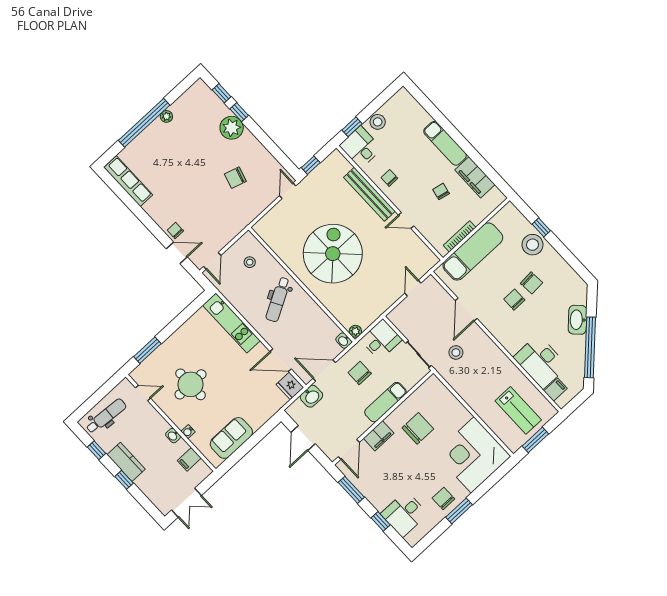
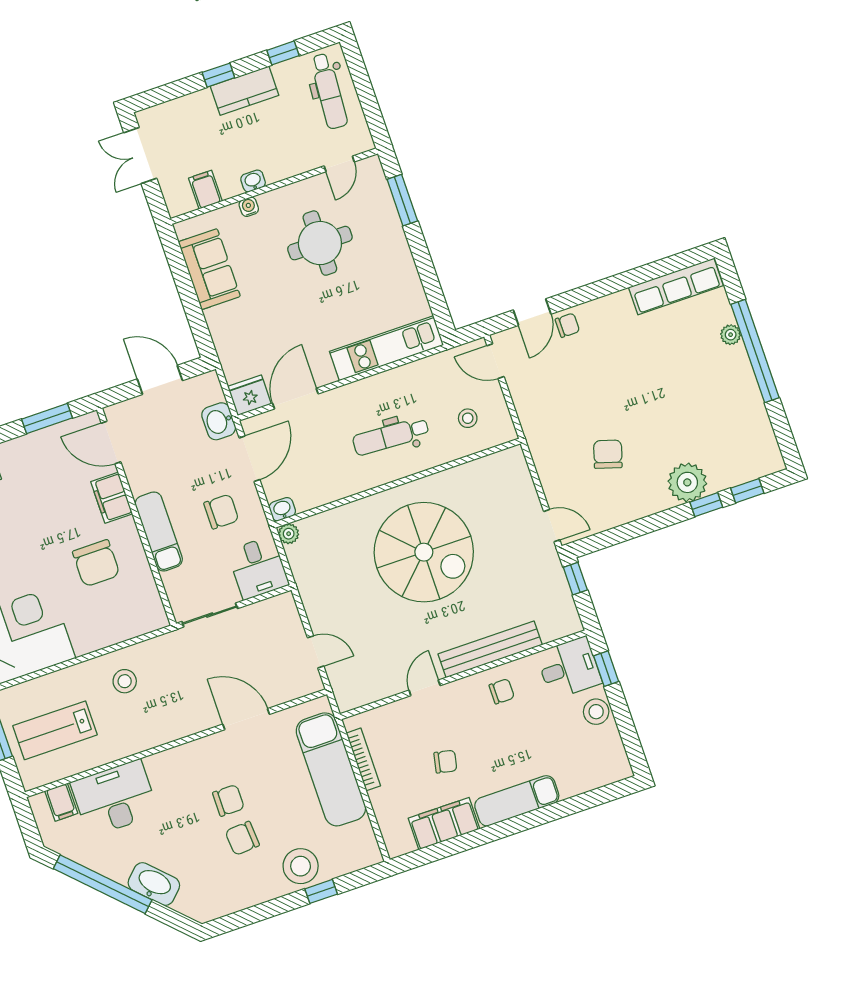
plant: (166, 116) -> (731, 335), moved
dental chair: (278, 299) -> (391, 436), turned -58
stool: (456, 352) -> (125, 681), moved

